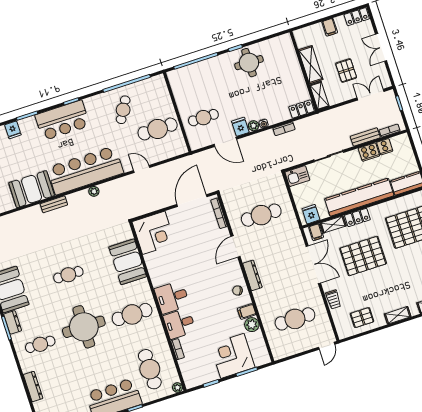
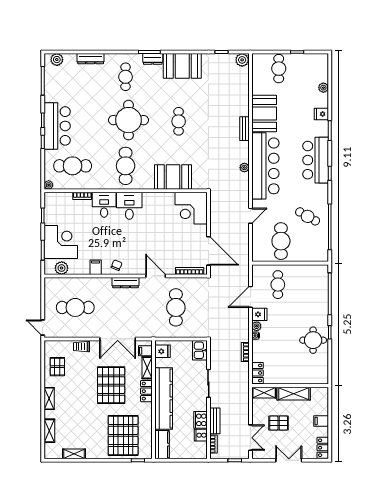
cafe table: (295, 319) -> (75, 307), turned 90
plant: (252, 325) -> (62, 268), moved

